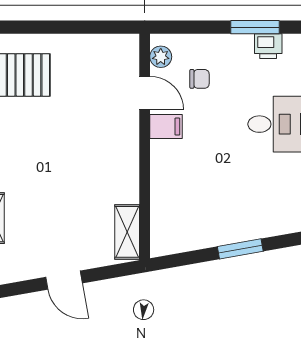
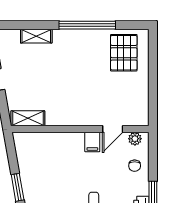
chair: (200, 79) -> (135, 166), moved

